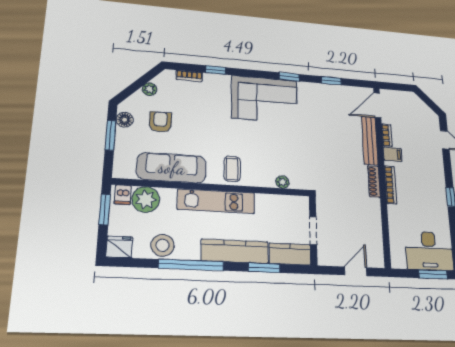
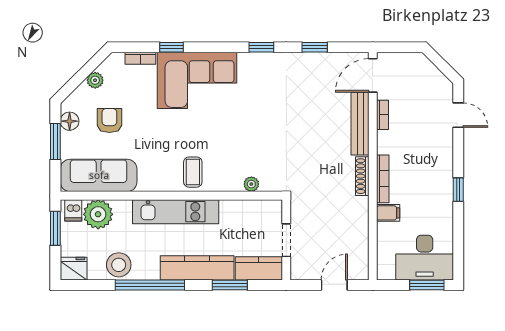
corner sofa: (264, 99) -> (197, 80), moved
filing cabinet: (393, 154) -> (388, 213), moved
sofa: (172, 168) -> (99, 175), moved

